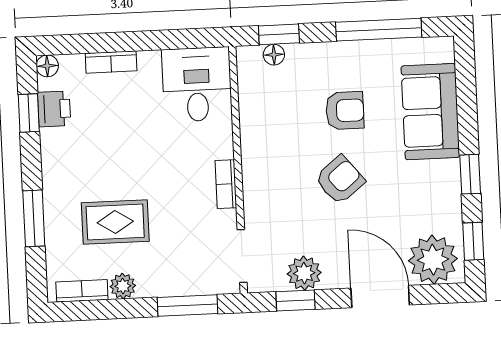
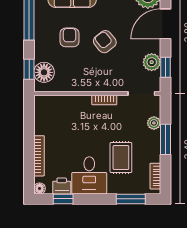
floor lamp: (274, 55) -> (44, 72), width x1.89, depth x1.89
bookcase: (111, 62) -> (39, 156), width x1.56
desk: (197, 84) -> (89, 175), moved, turned -90
window: (34, 218) -> (131, 199), moved
plant: (123, 286) -> (154, 123), moved
window: (187, 306) -> (165, 139), moved

